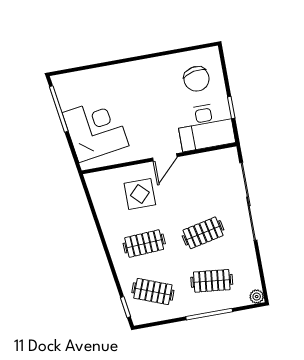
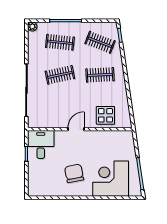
chair: (197, 79) -> (74, 173), moved
desk: (206, 127) -> (41, 144), width x0.73
corner desk: (96, 129) -> (111, 179), moved, turned 98
display table: (140, 194) -> (105, 115), moved

